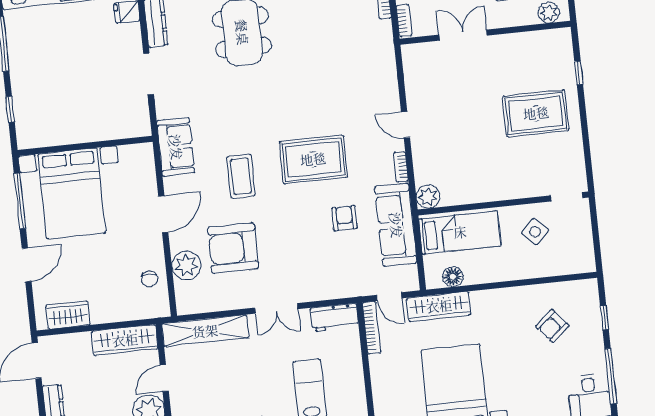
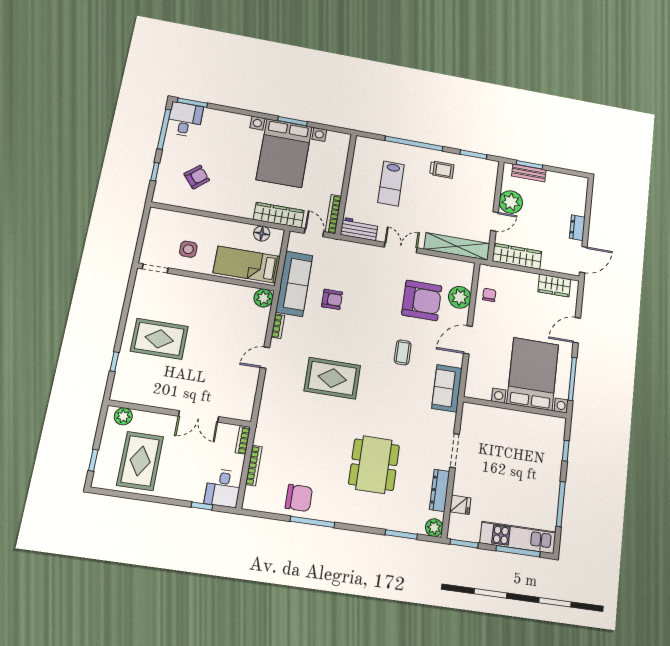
door: (406, 125) -> (265, 358), swing flipped
rug: (313, 159) -> (332, 378), moved
coffee table: (241, 176) -> (403, 352), width x0.73, depth x0.77
armchair: (344, 218) -> (332, 299), turned -90
side table: (535, 232) -> (188, 249), turned 45

